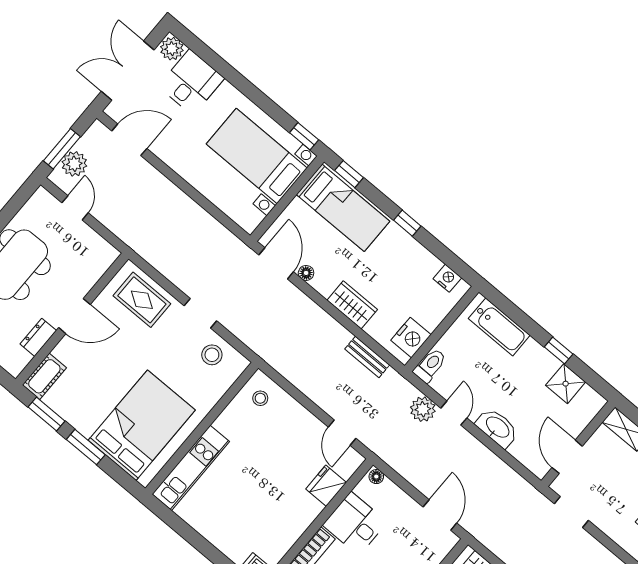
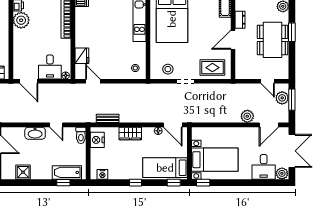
window: (559, 351) -> (63, 183), moved
plant: (423, 409) -> (247, 116), moved
desk: (355, 524) -> (50, 67), moved, turned 90

